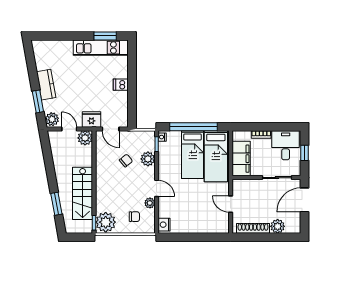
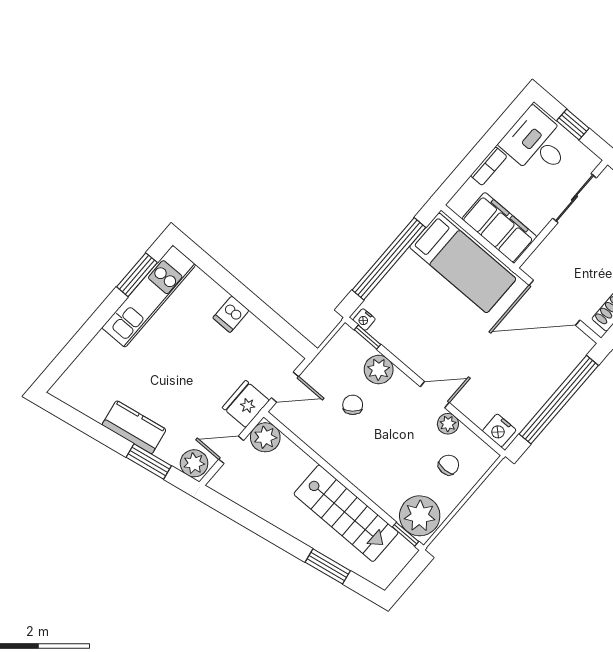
bed: (193, 155) -> (430, 296), removed
door: (231, 204) -> (554, 303), width x1.87
window: (195, 237) -> (559, 400), added

